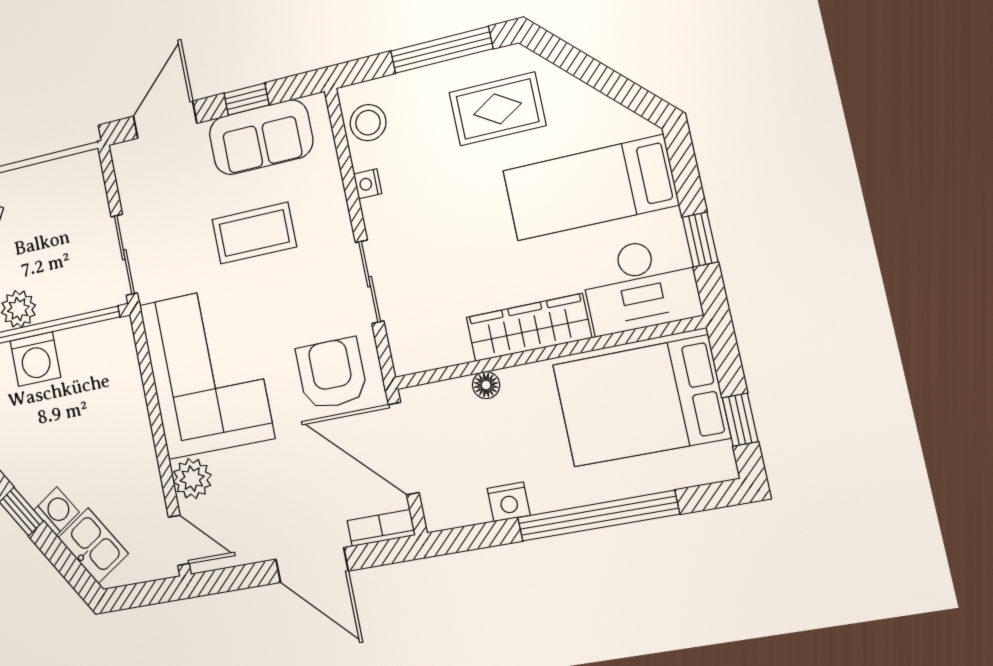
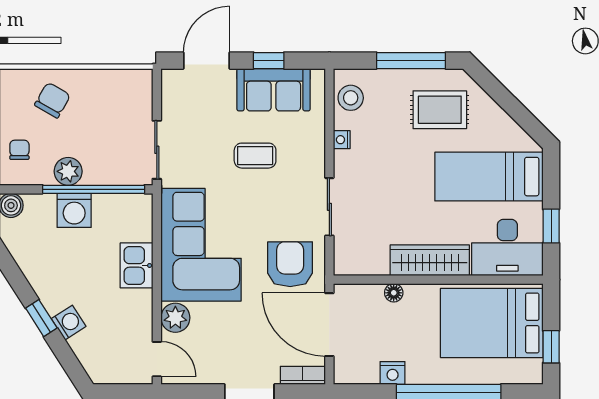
coffee table: (254, 233) -> (255, 156), width x0.73, depth x0.77
kitchen sink: (93, 546) -> (137, 265), moved, turned -147

